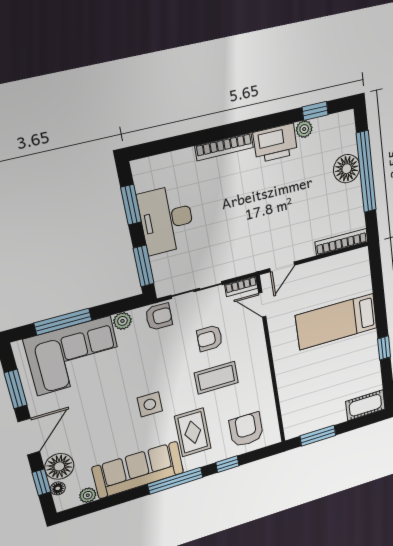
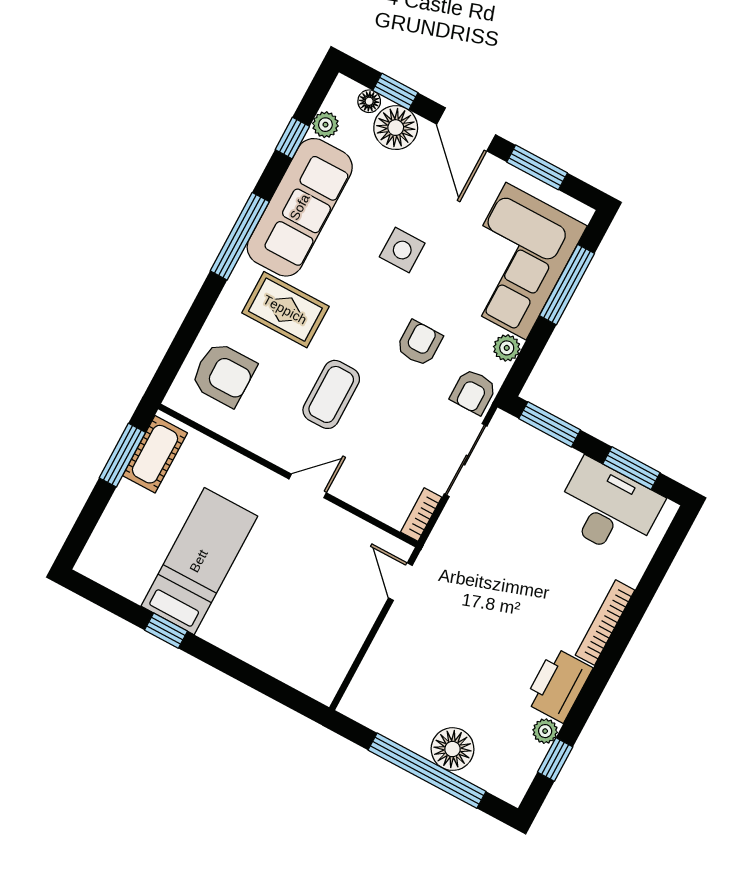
desk: (167, 220) -> (608, 508), moved
bookcase: (341, 242) -> (365, 677), removed
door: (262, 305) -> (308, 486), moved
bed: (336, 322) -> (199, 561), moved
armchair: (210, 338) -> (419, 343), moved
side table: (150, 404) -> (402, 250), moved
cot: (365, 405) -> (155, 454), moved
window: (227, 464) -> (292, 138), moved

